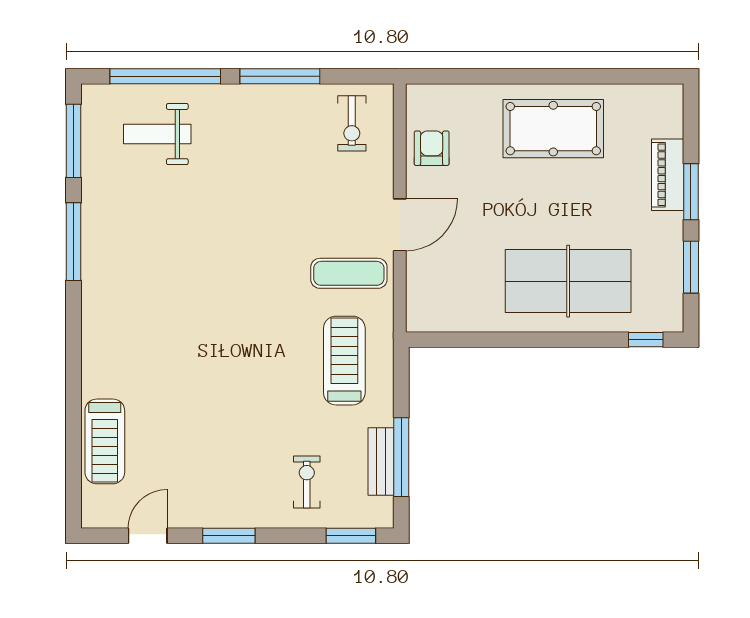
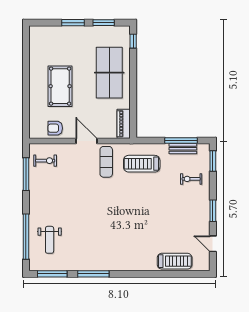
window: (280, 76) -> (26, 174), moved
pool table: (553, 129) -> (60, 86), moved
piano: (668, 175) -> (124, 124), moved, turned 90

